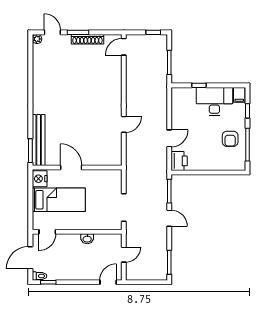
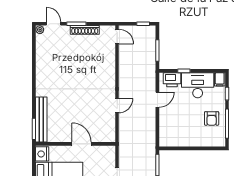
door: (124, 47) -> (117, 37), swing flipped
door: (169, 138) -> (157, 100), moved
printer: (179, 161) -> (172, 80), moved, turned 90
door: (71, 167) -> (82, 144), moved

